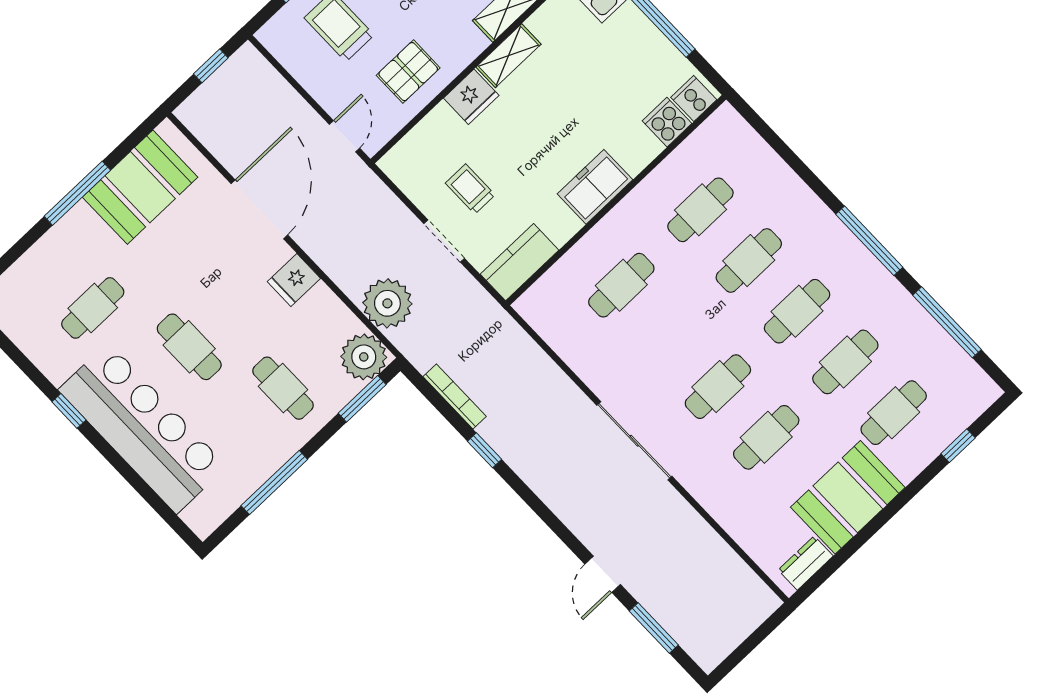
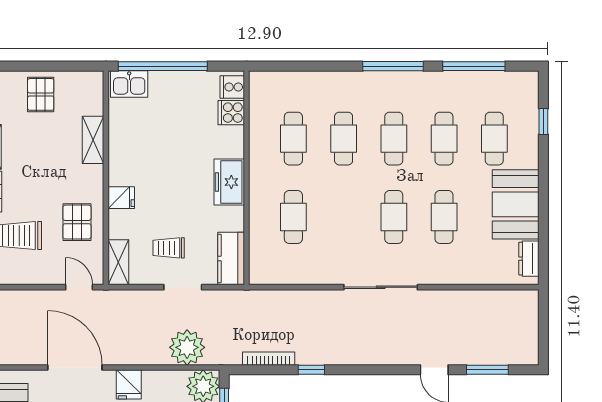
shelving: (508, 56) -> (118, 262), moved
fridge: (471, 97) -> (121, 198), width x0.72

